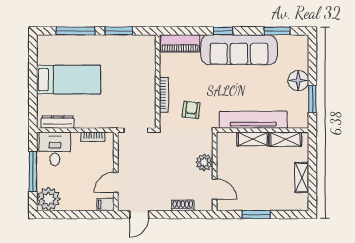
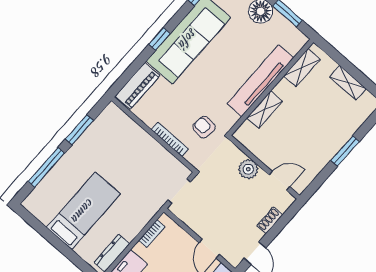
shelving: (253, 139) -> (265, 110), moved
plant: (204, 162) -> (248, 169), moved
wall: (215, 171) -> (264, 167), moved
door: (215, 189) -> (279, 181), moved
shoe rack: (183, 205) -> (270, 220), moved

